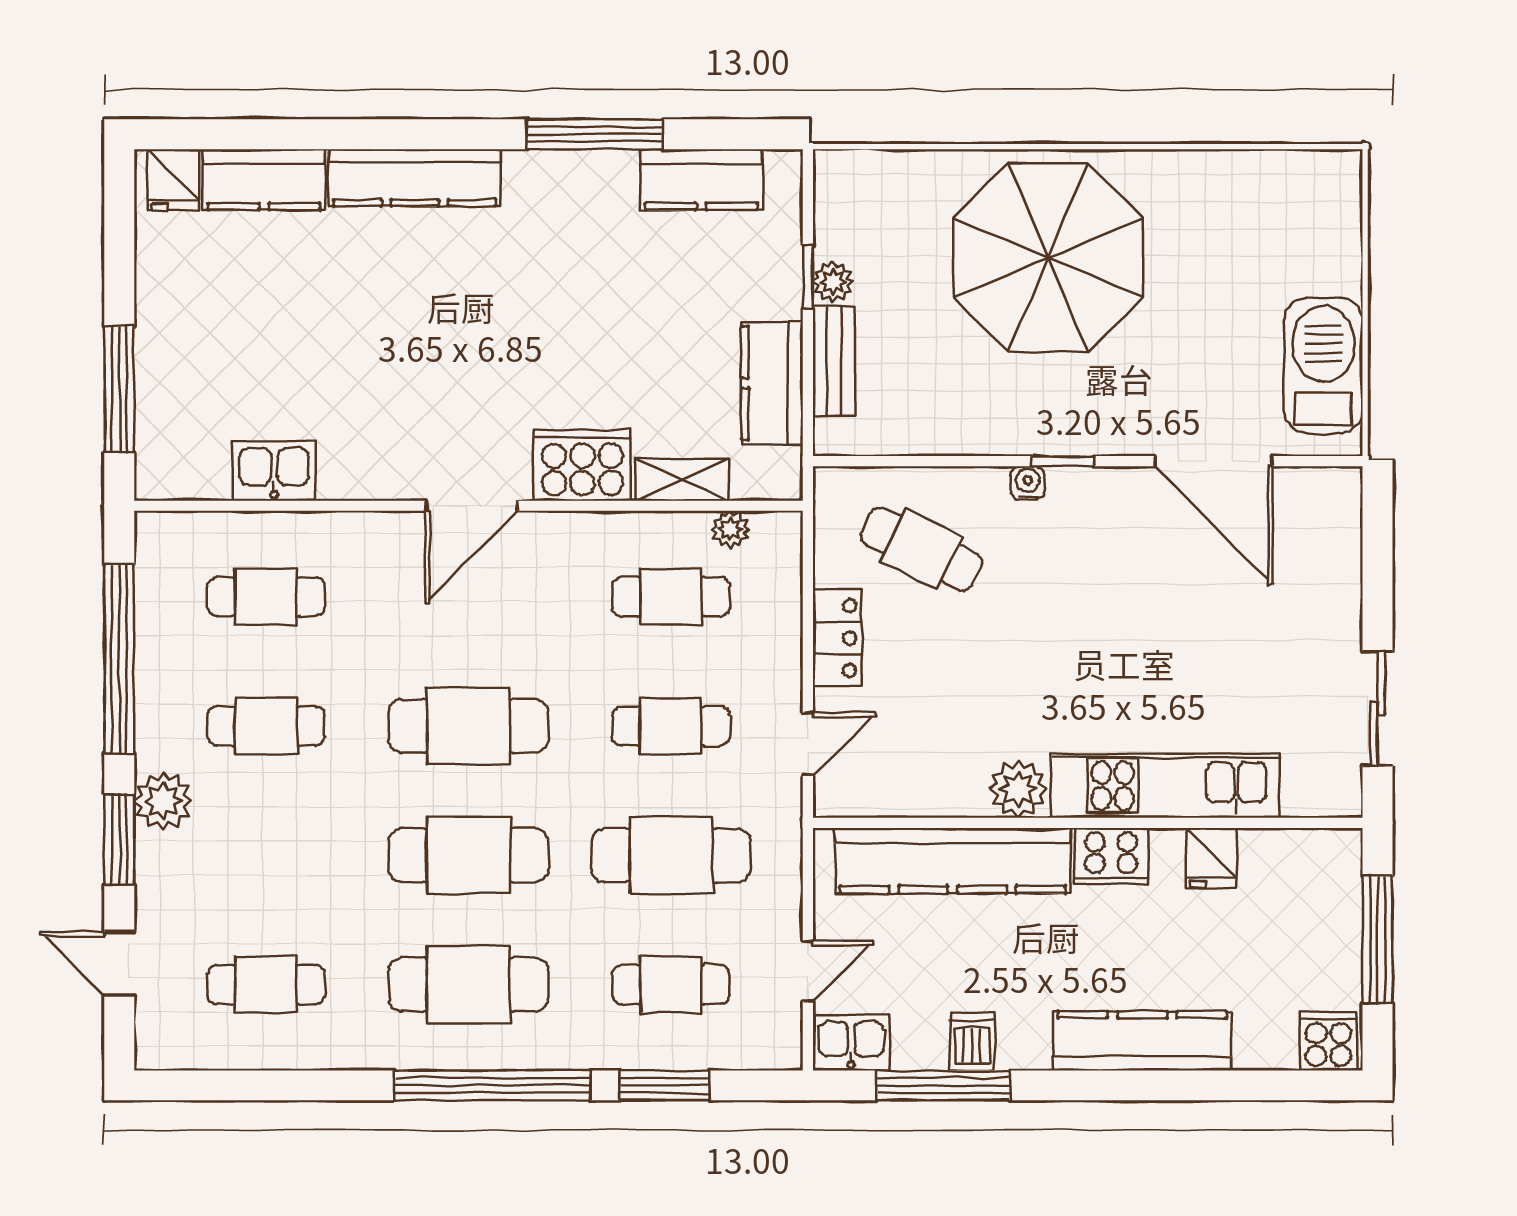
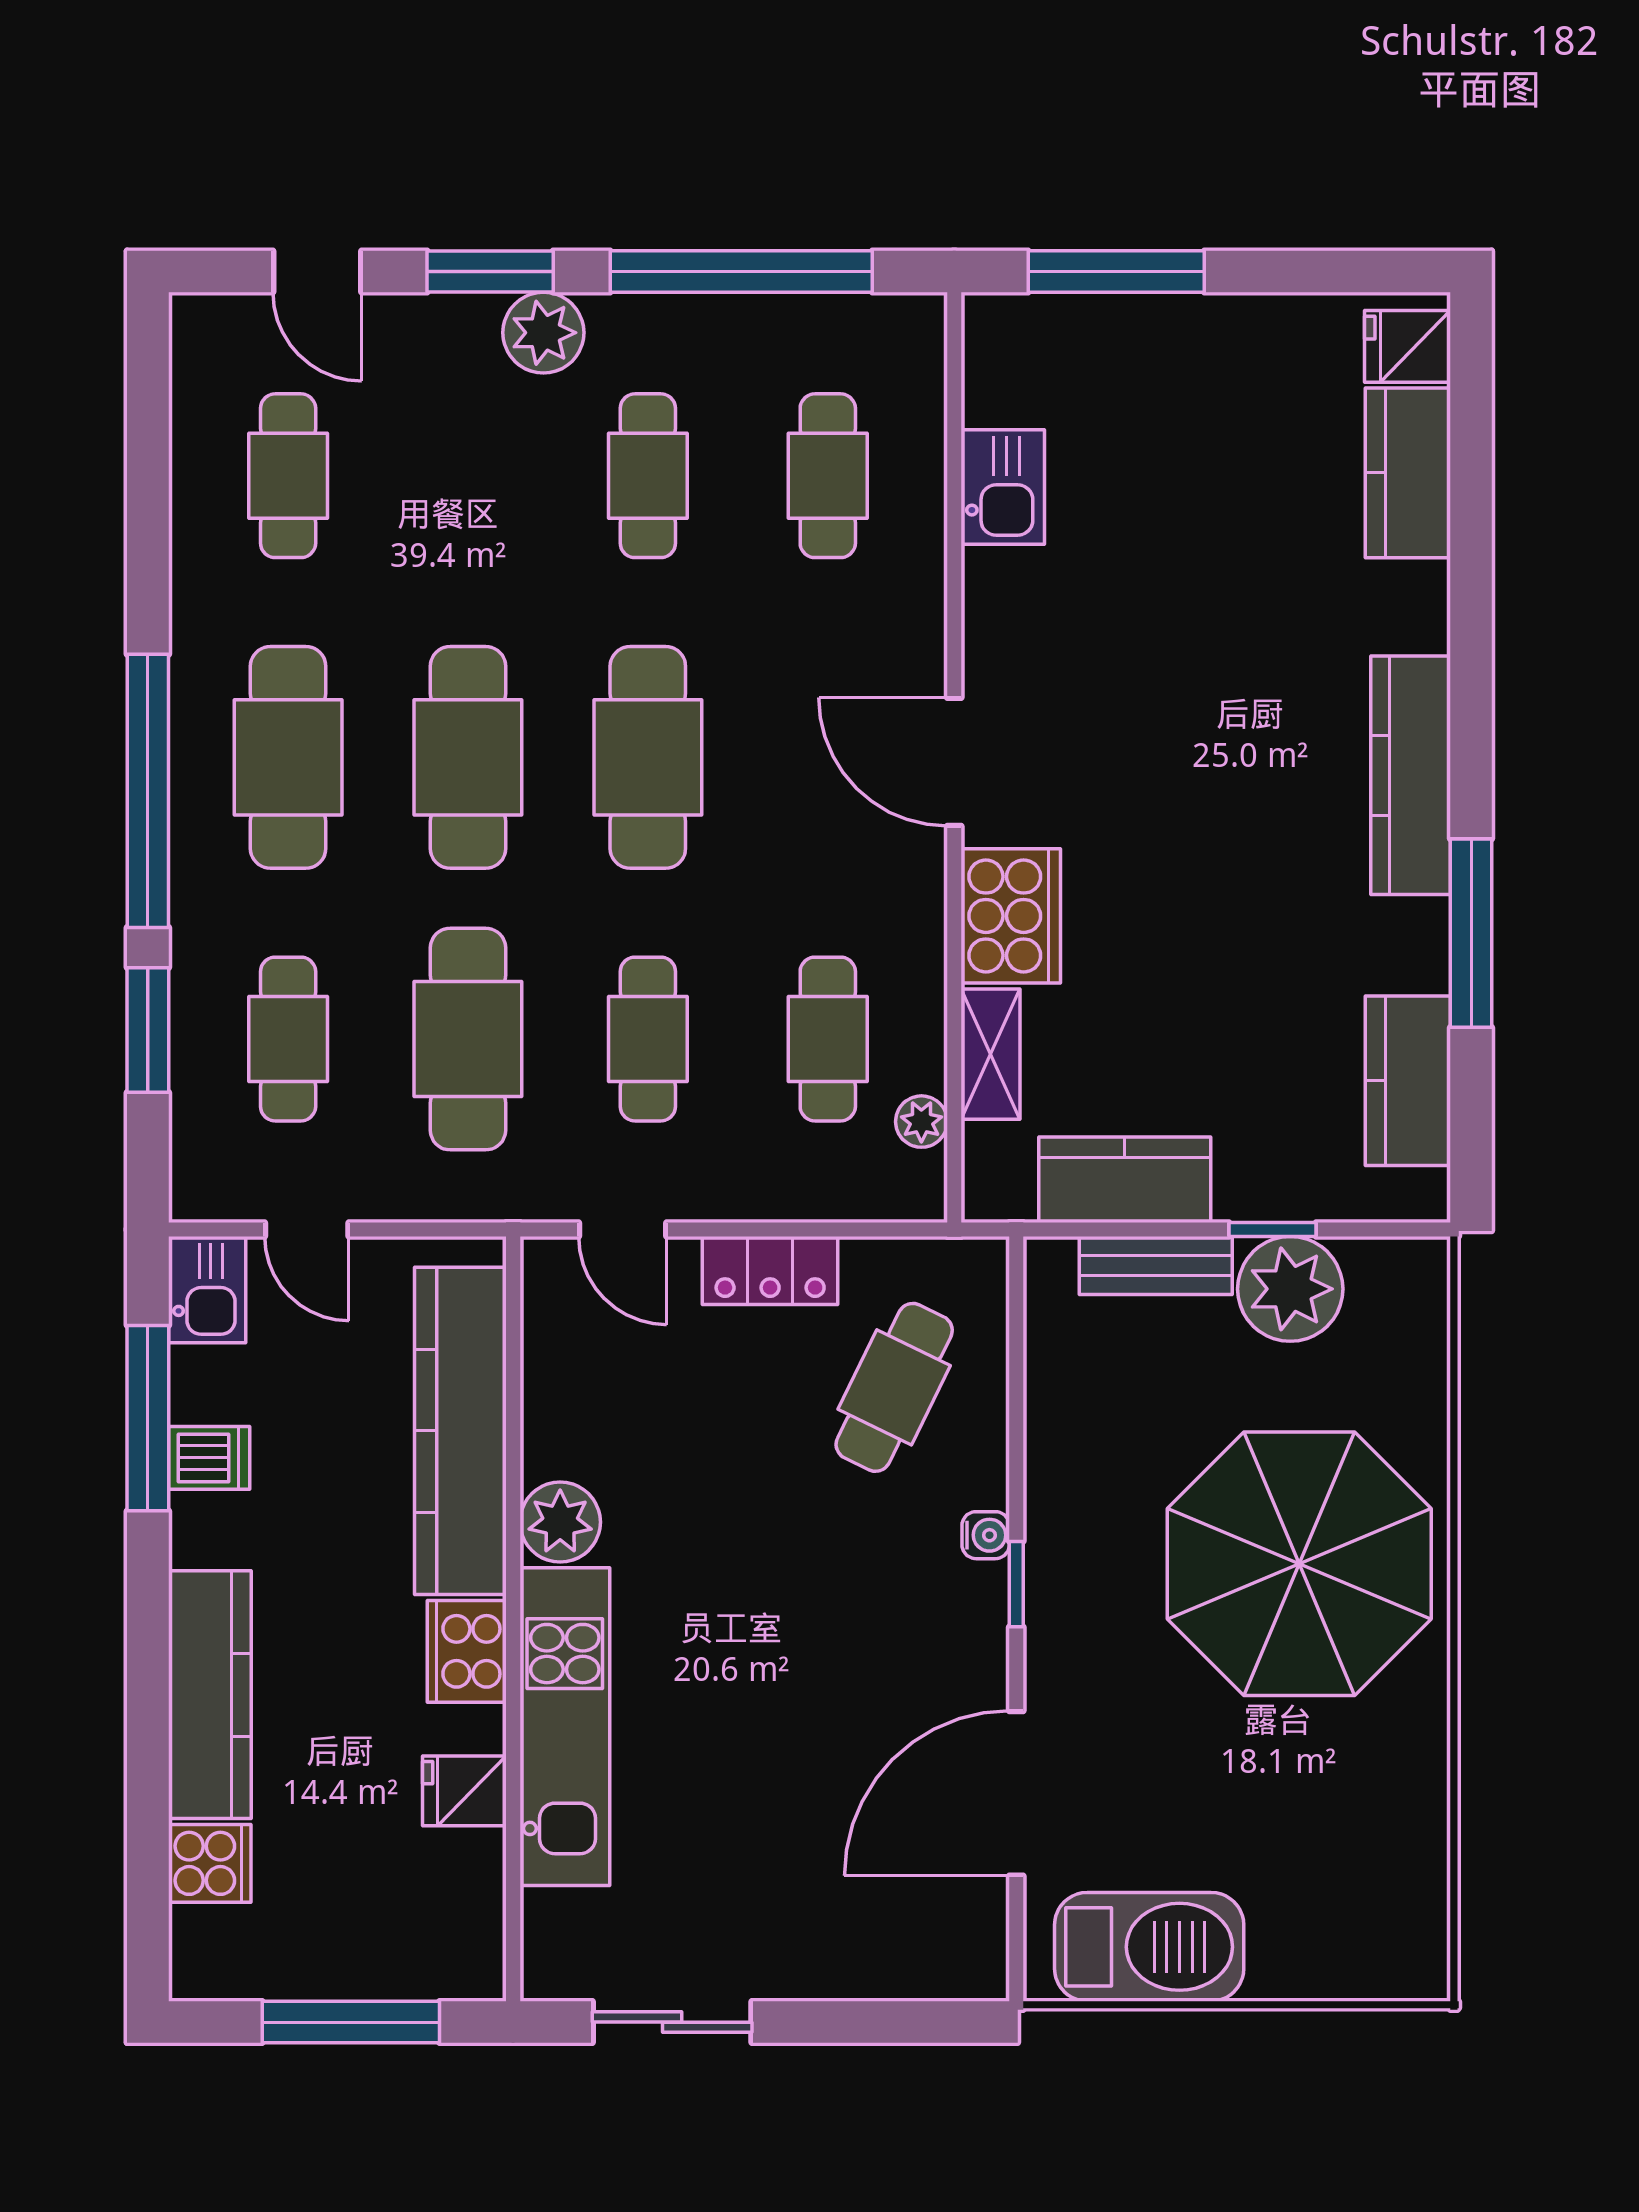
kitchen counter: (415, 178) -> (1411, 775), moved
plant: (833, 282) -> (1290, 1289), width x1.87, depth x1.87
door: (119, 964) -> (317, 272), swing flipped
cooker: (1328, 1041) -> (210, 1863), moved

